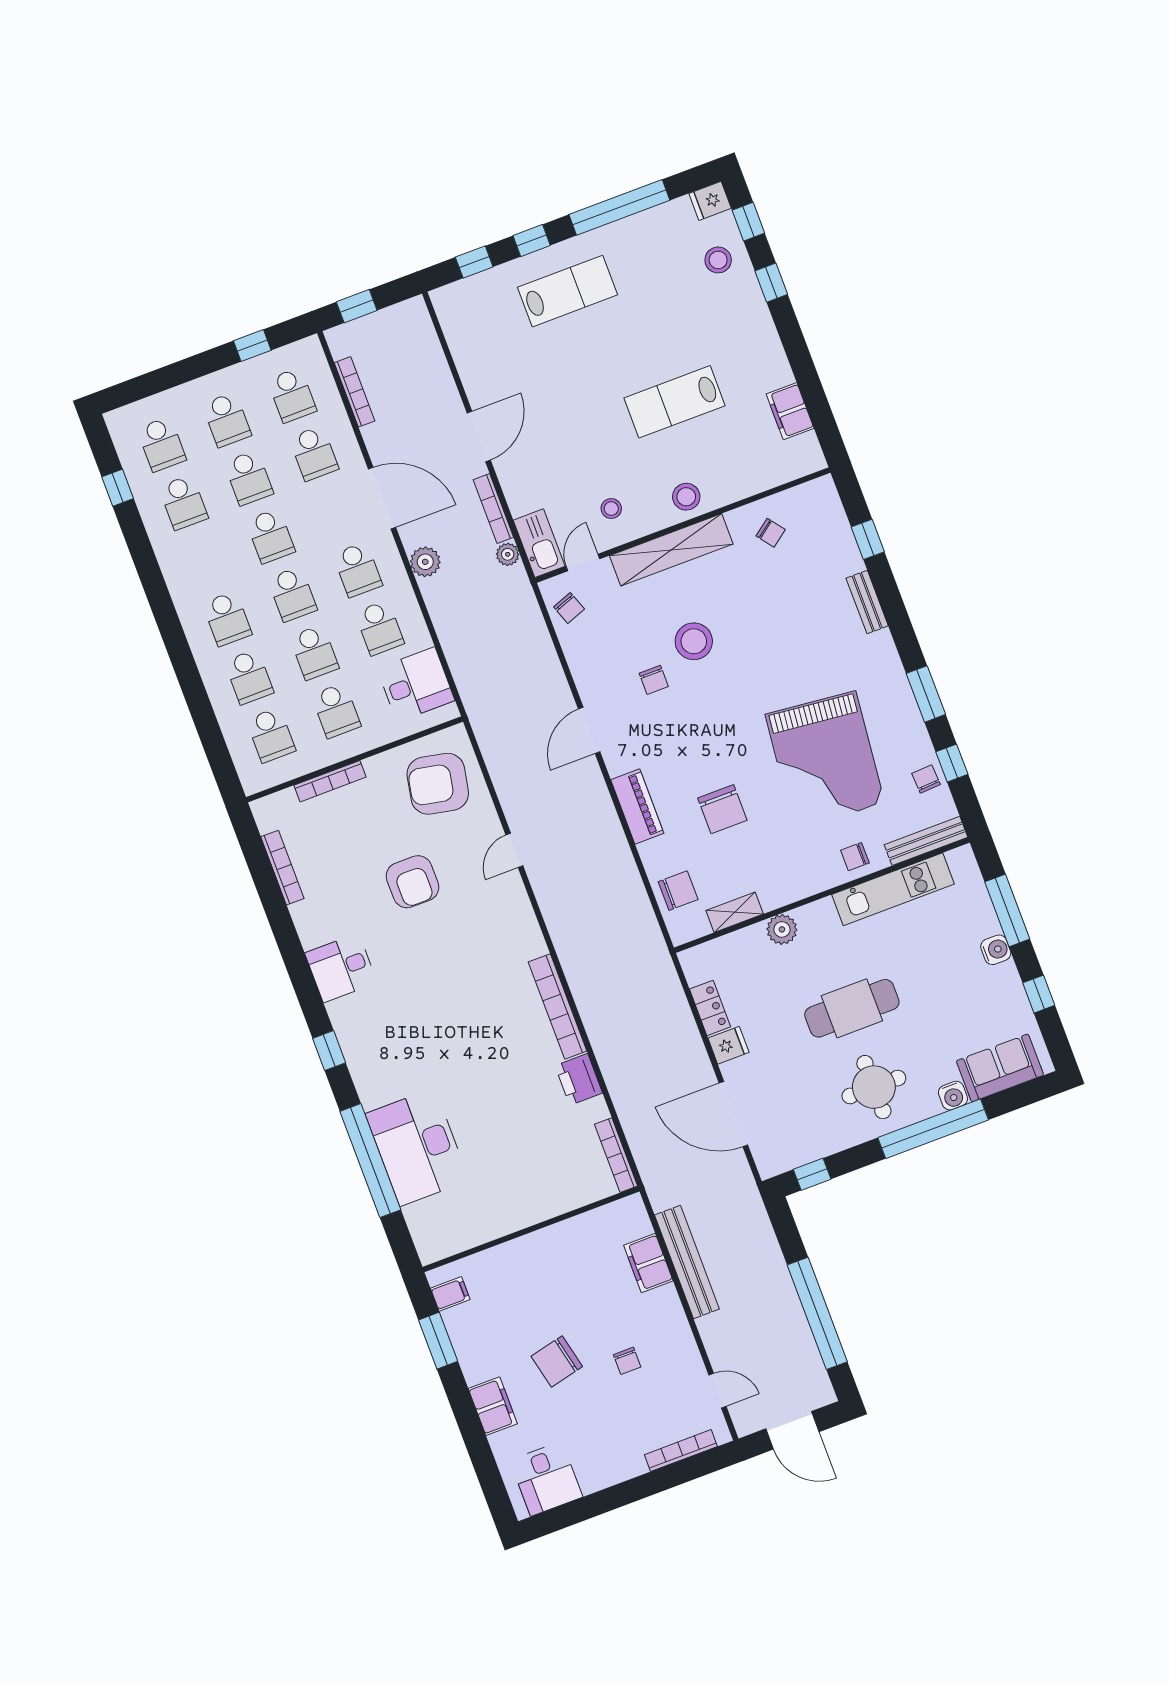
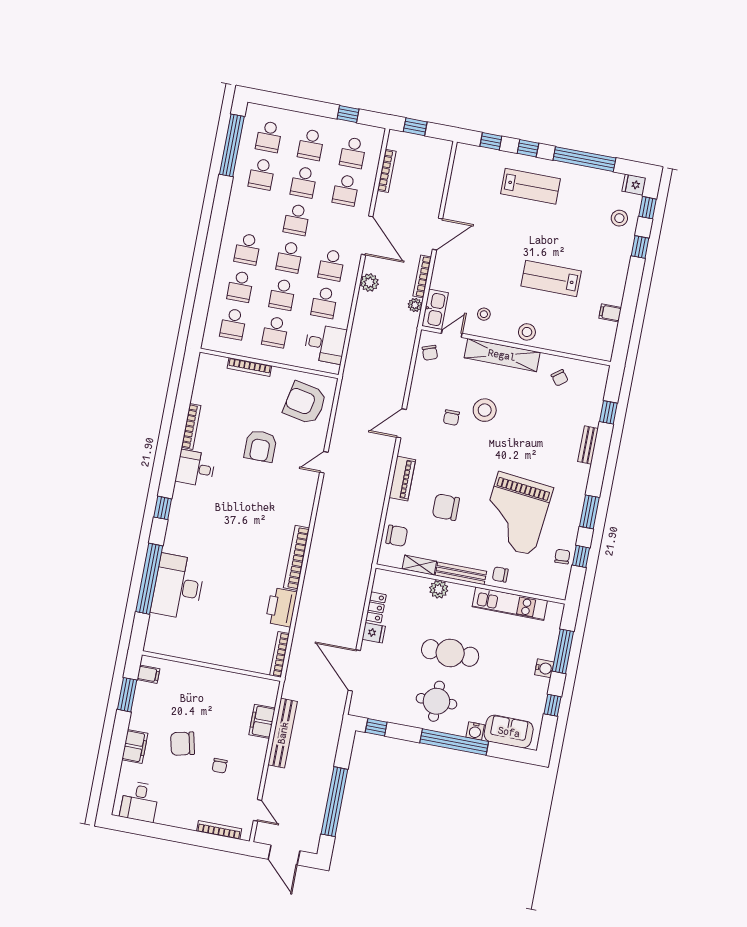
filing cabinet: (790, 411) -> (610, 313), width x0.50
window: (118, 488) -> (232, 145), width x3.17
chair: (722, 809) -> (446, 507), turned 90
bench: (926, 841) -> (461, 573), moved
bookcase: (282, 868) -> (191, 426), moved
printer: (579, 1079) -> (281, 607), width x1.37, depth x1.19

